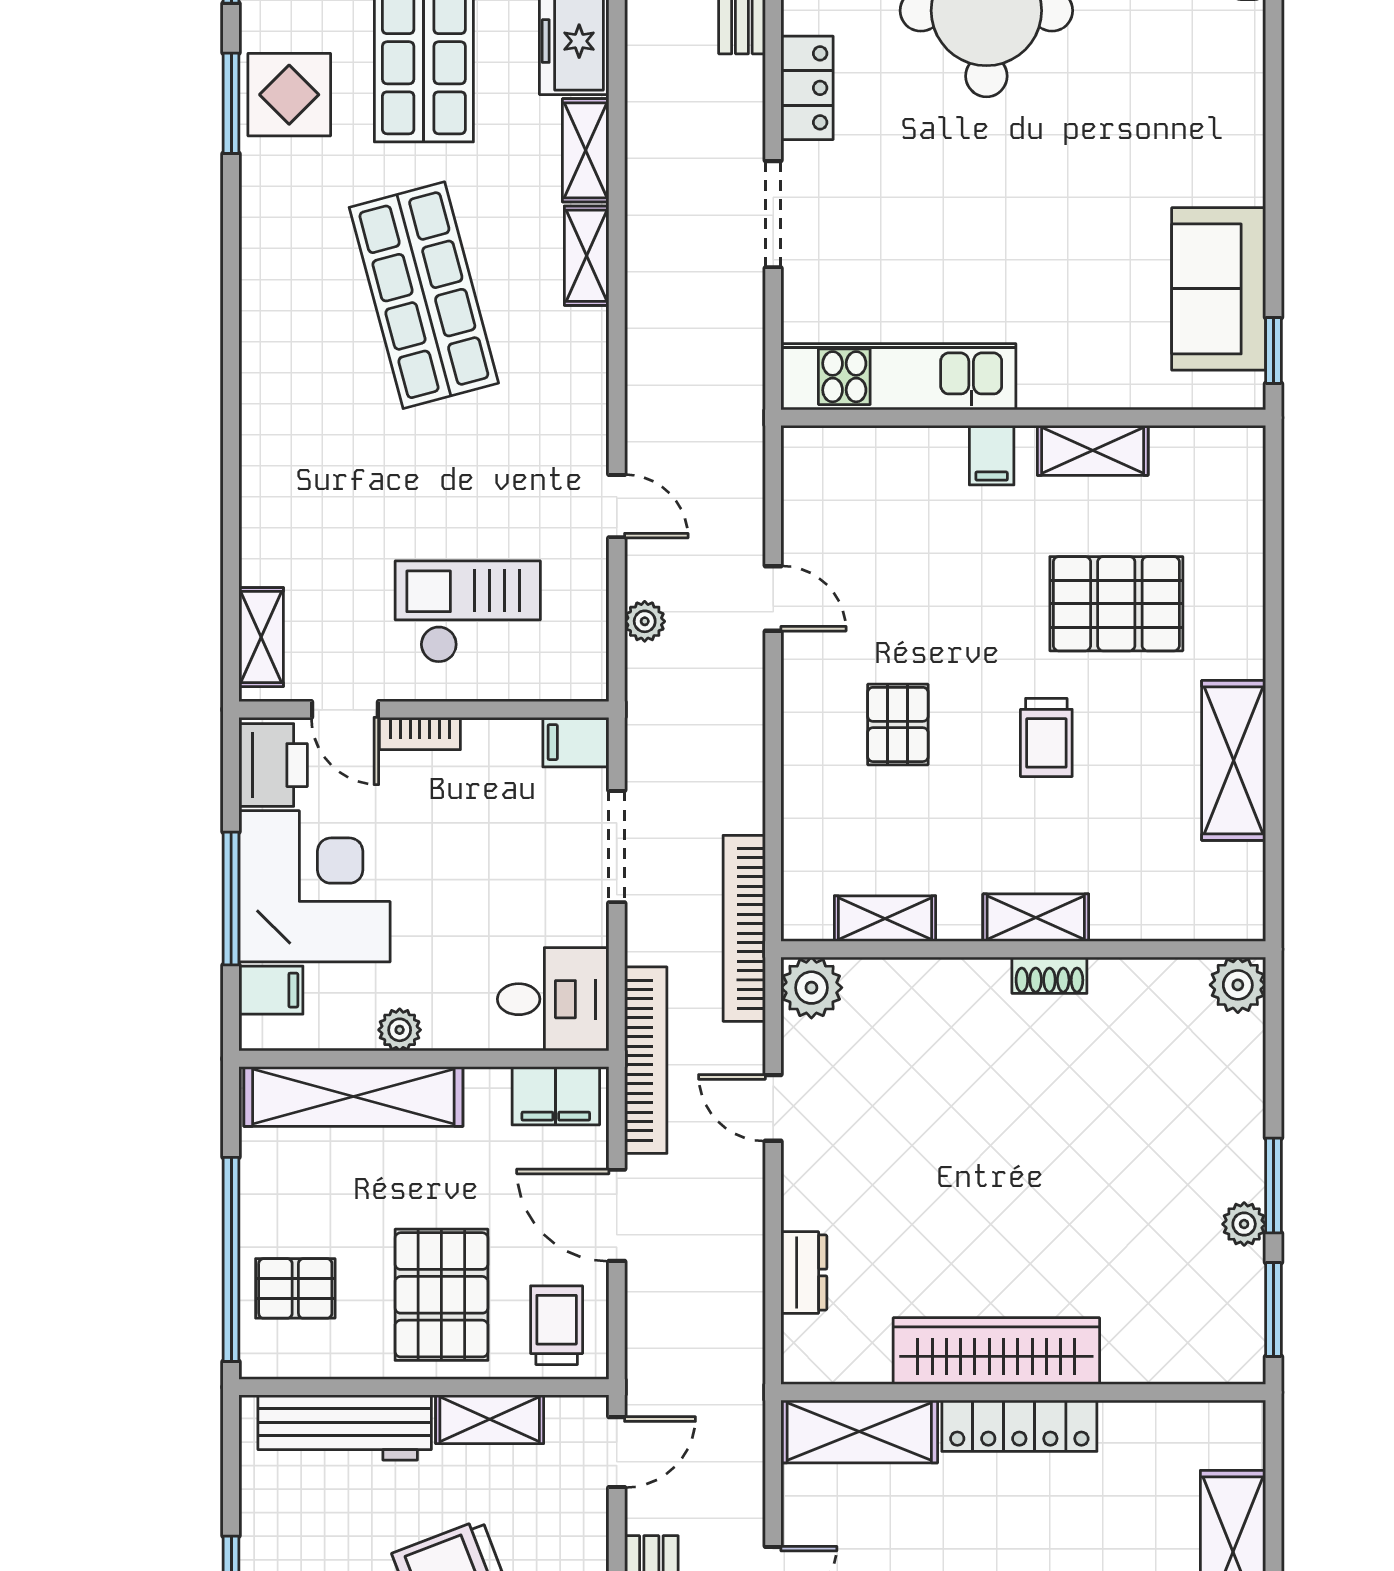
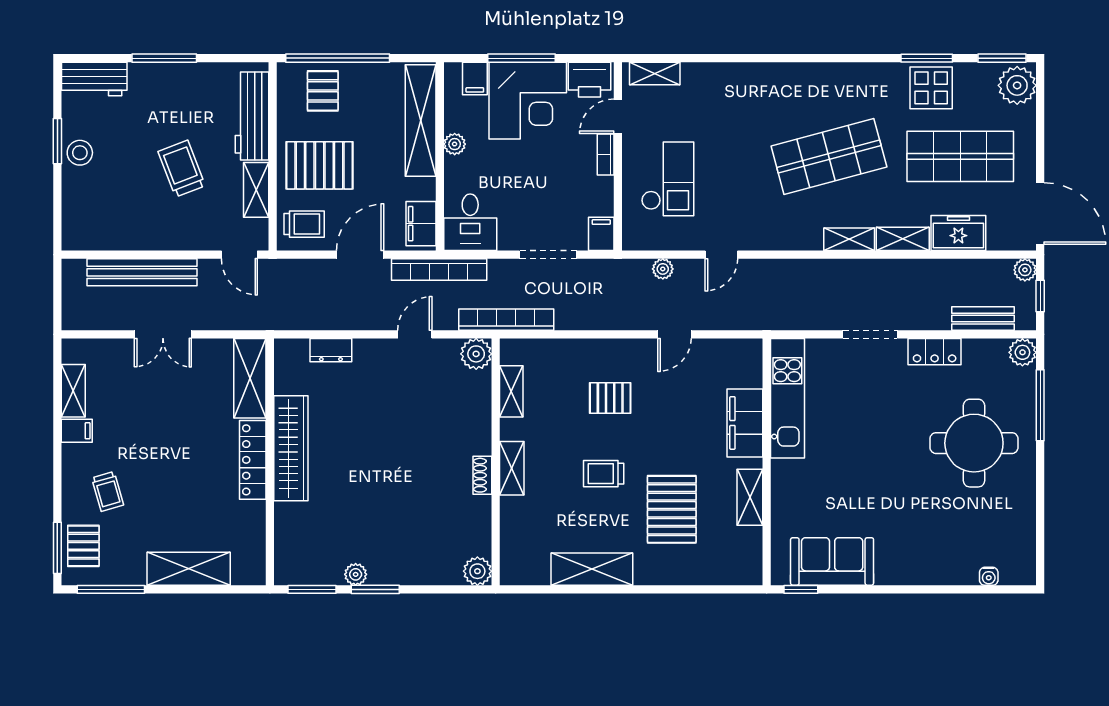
filing cabinet: (992, 455) -> (745, 423), width x3.00, depth x1.17

